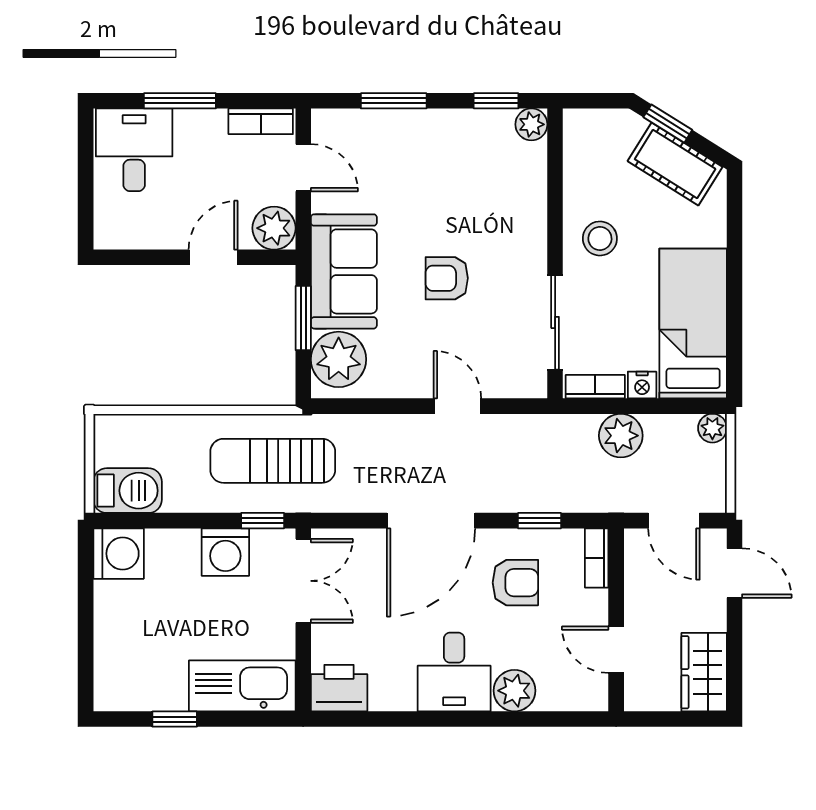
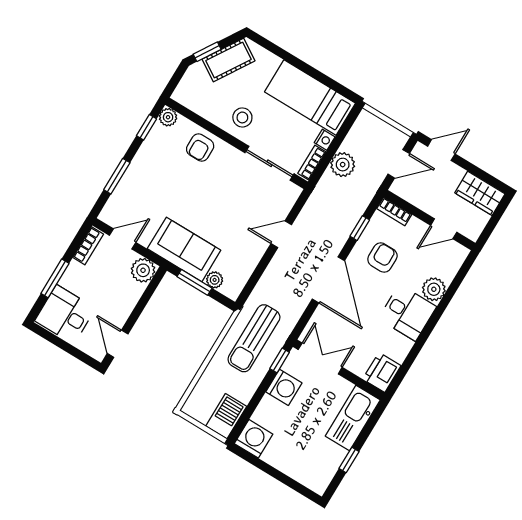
door: (213, 257) -> (118, 344), moved
armchair: (447, 278) -> (200, 148), moved
plant: (339, 359) -> (215, 280), width x0.53, depth x0.53
plant: (712, 428) -> (366, 119), removed

